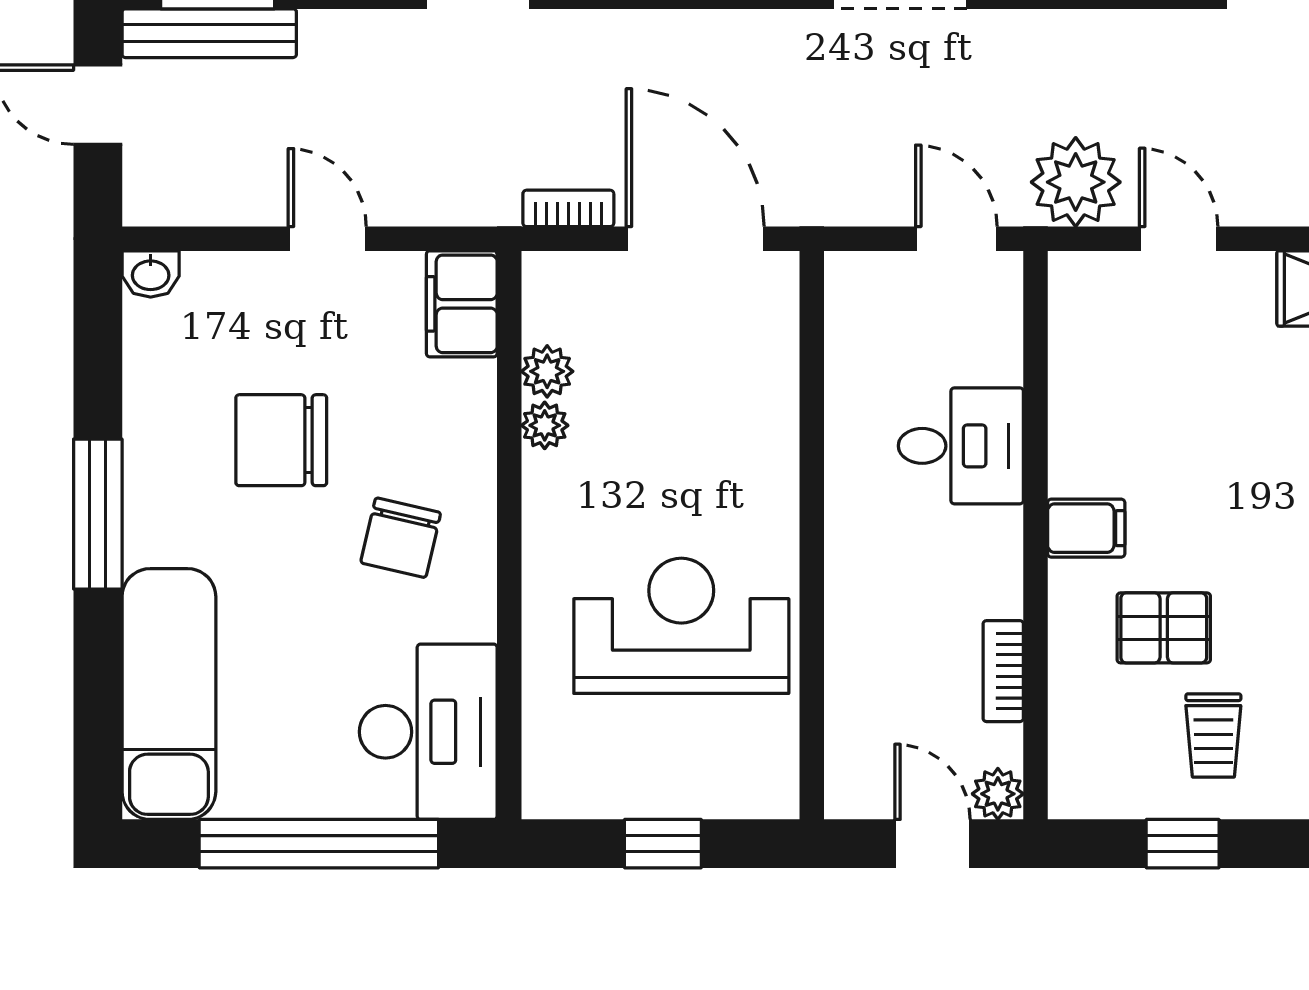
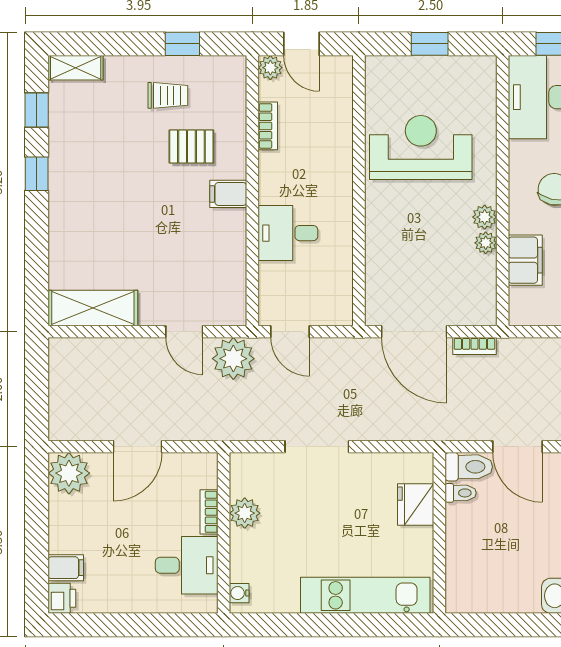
filing cabinet: (462, 304) -> (525, 260), moved
plant: (547, 371) -> (485, 217), moved
reception desk: (681, 626) -> (421, 148), turned 180
trolley: (1213, 735) -> (168, 95), turned 90

